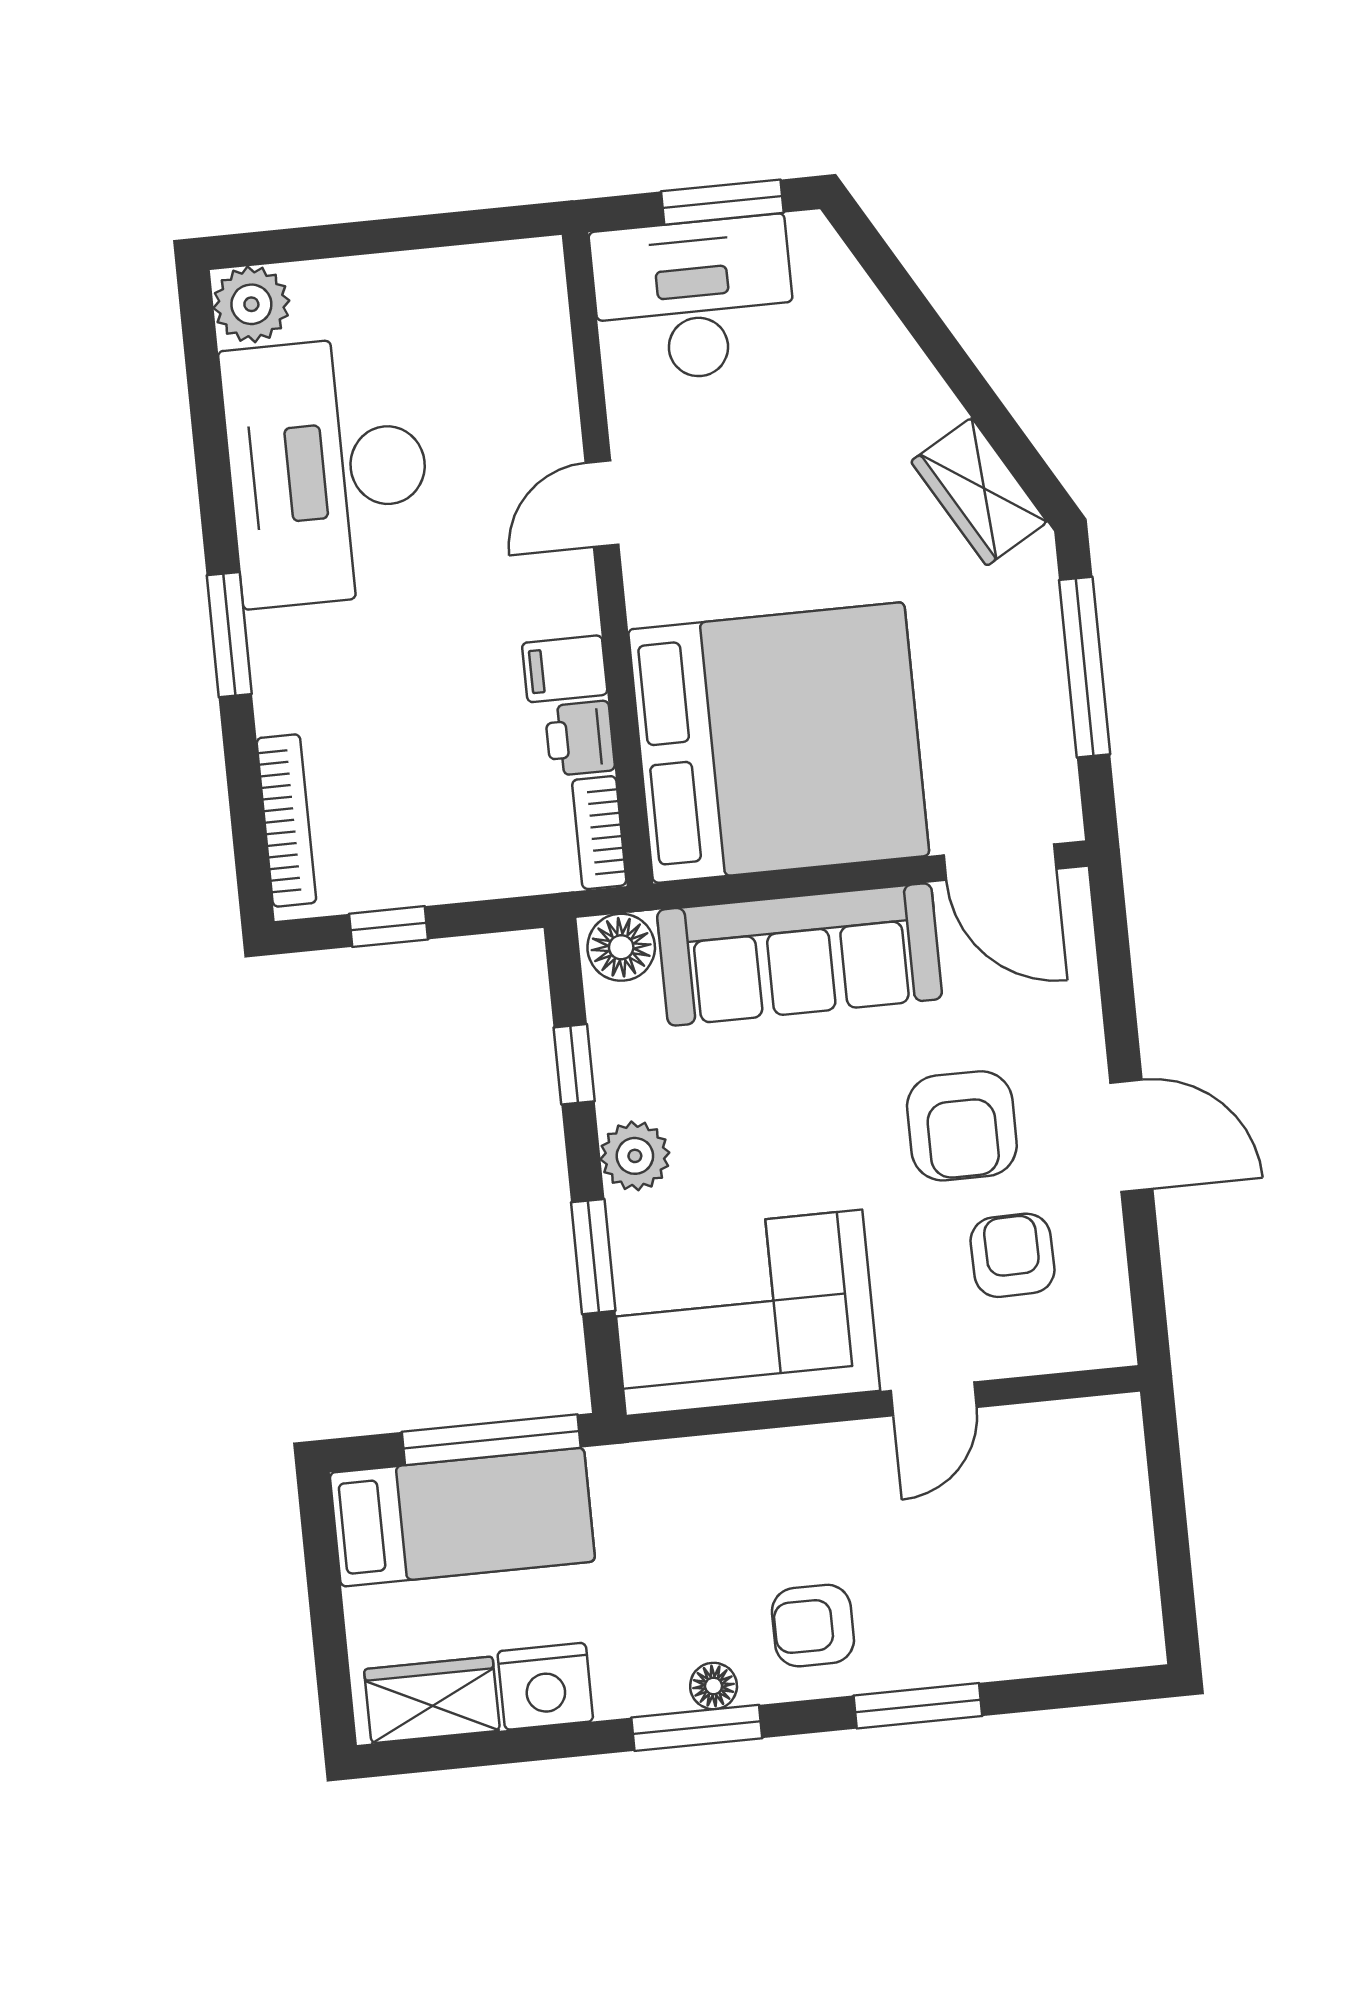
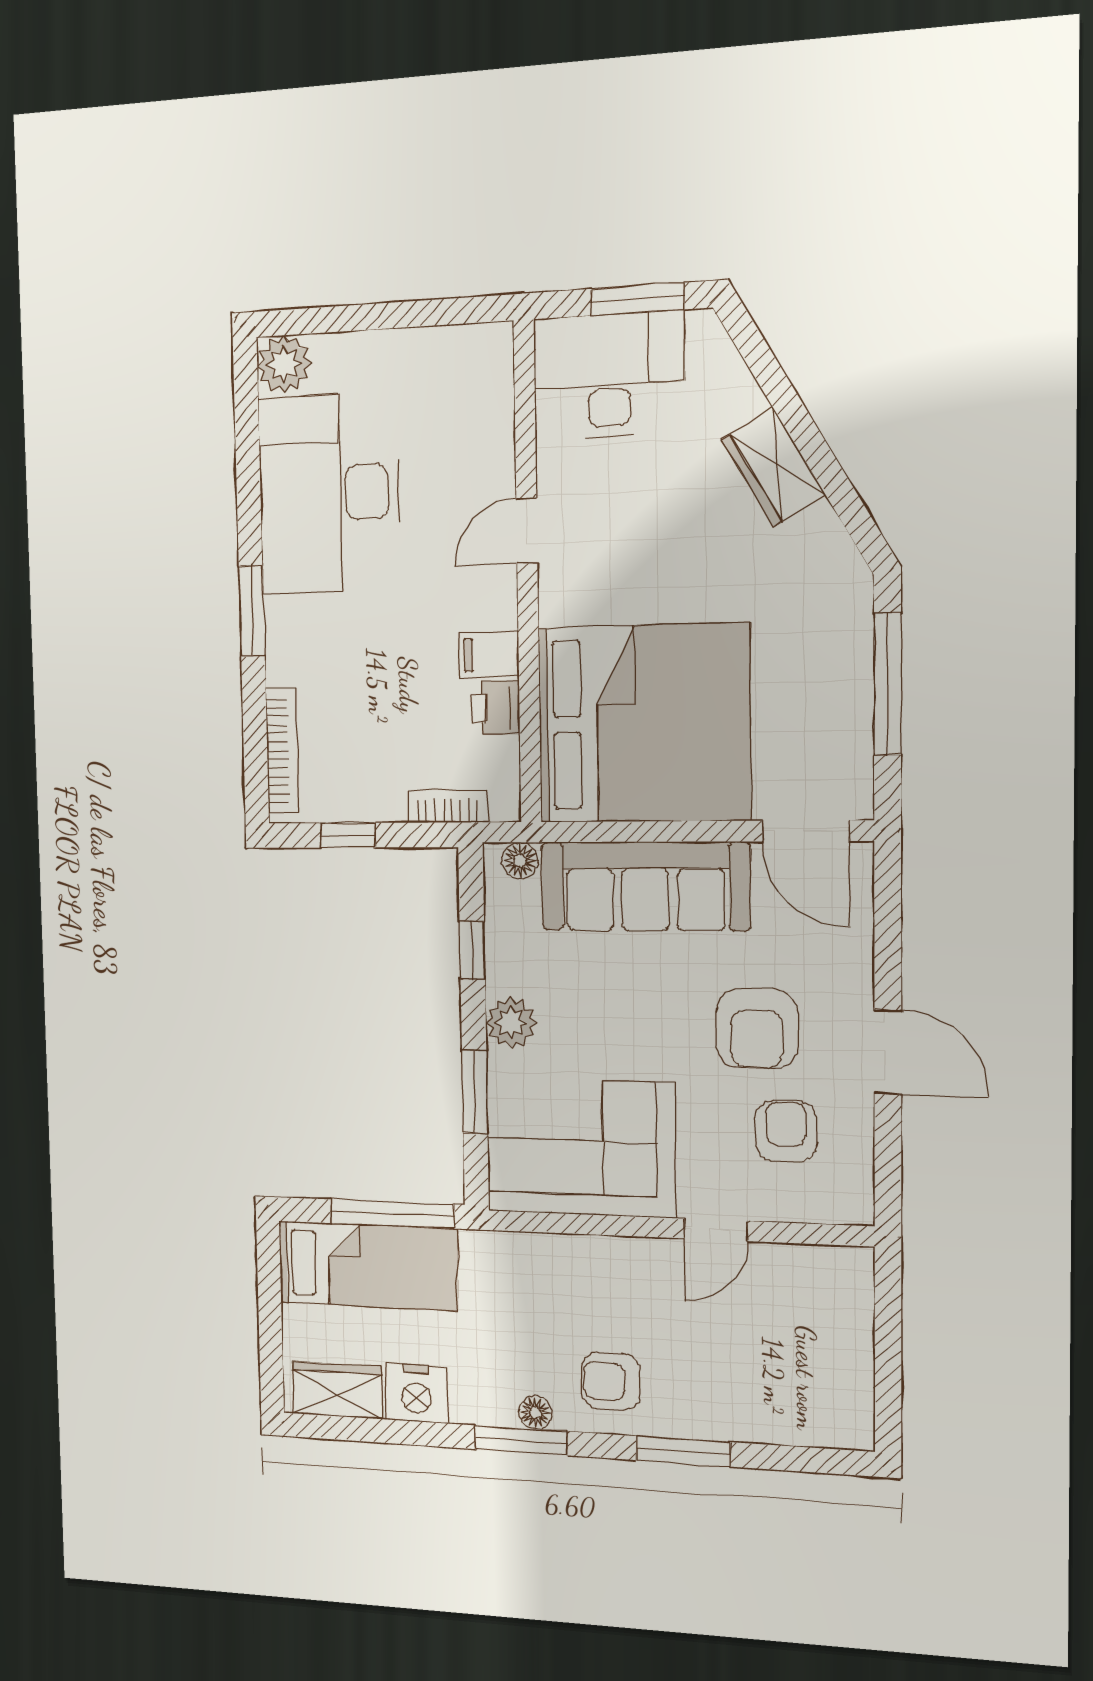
wardrobe: (979, 492) -> (773, 467), moved
bookcase: (599, 833) -> (448, 806), moved, turned 90
floor lamp: (621, 947) -> (520, 861), width x0.73, depth x0.73

